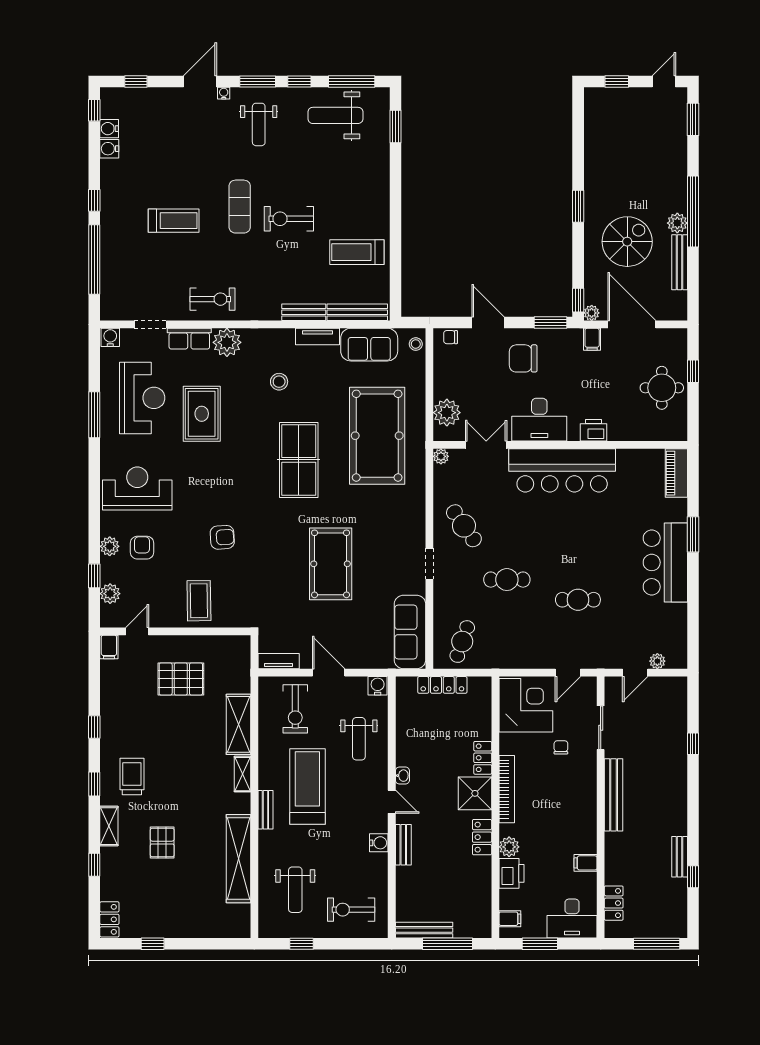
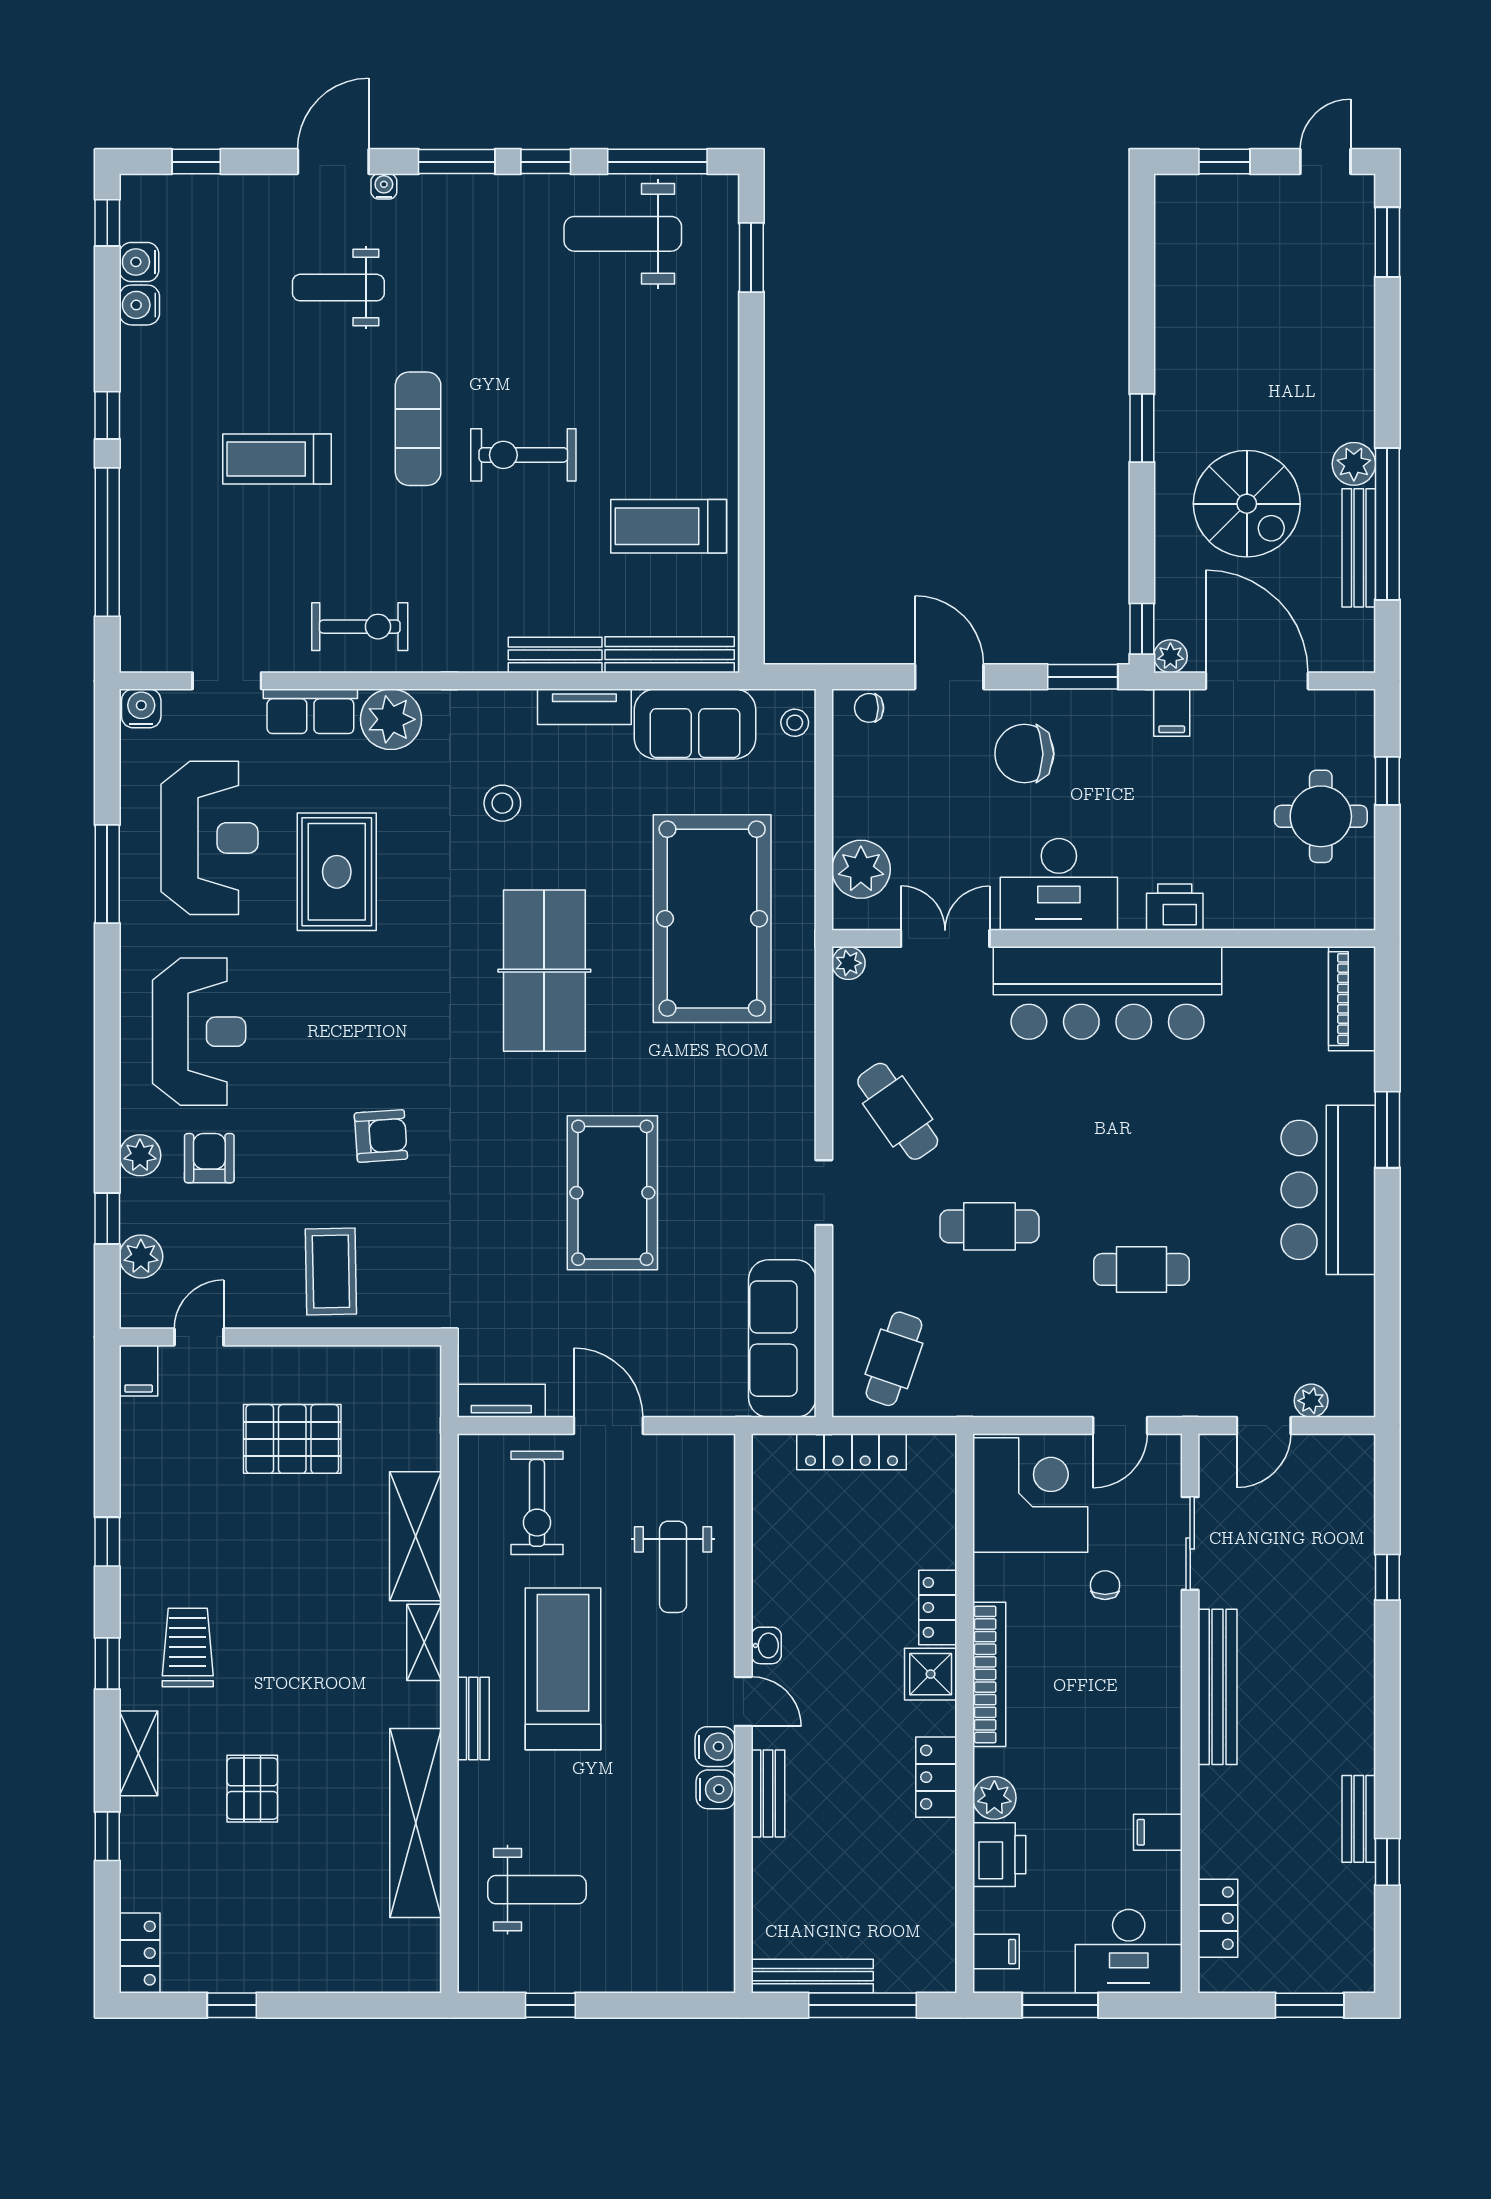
weight bench: (259, 124) -> (338, 288), moved, turned 90
window: (693, 211) -> (1387, 524), moved
treadmill: (174, 221) -> (277, 459), turned 180
spiral stairs: (627, 242) -> (1247, 504), turned 90
reception desk: (137, 489) -> (199, 1032), turned 90
water cooler: (378, 686) -> (715, 1747), moved, turned 90
shower: (475, 793) -> (931, 1674), width x0.73, depth x0.73
weight bench: (295, 890) -> (537, 1890), turned -90
exercise bike: (351, 910) -> (656, 1932), removed
window: (657, 944) -> (1310, 2005), width x0.69

